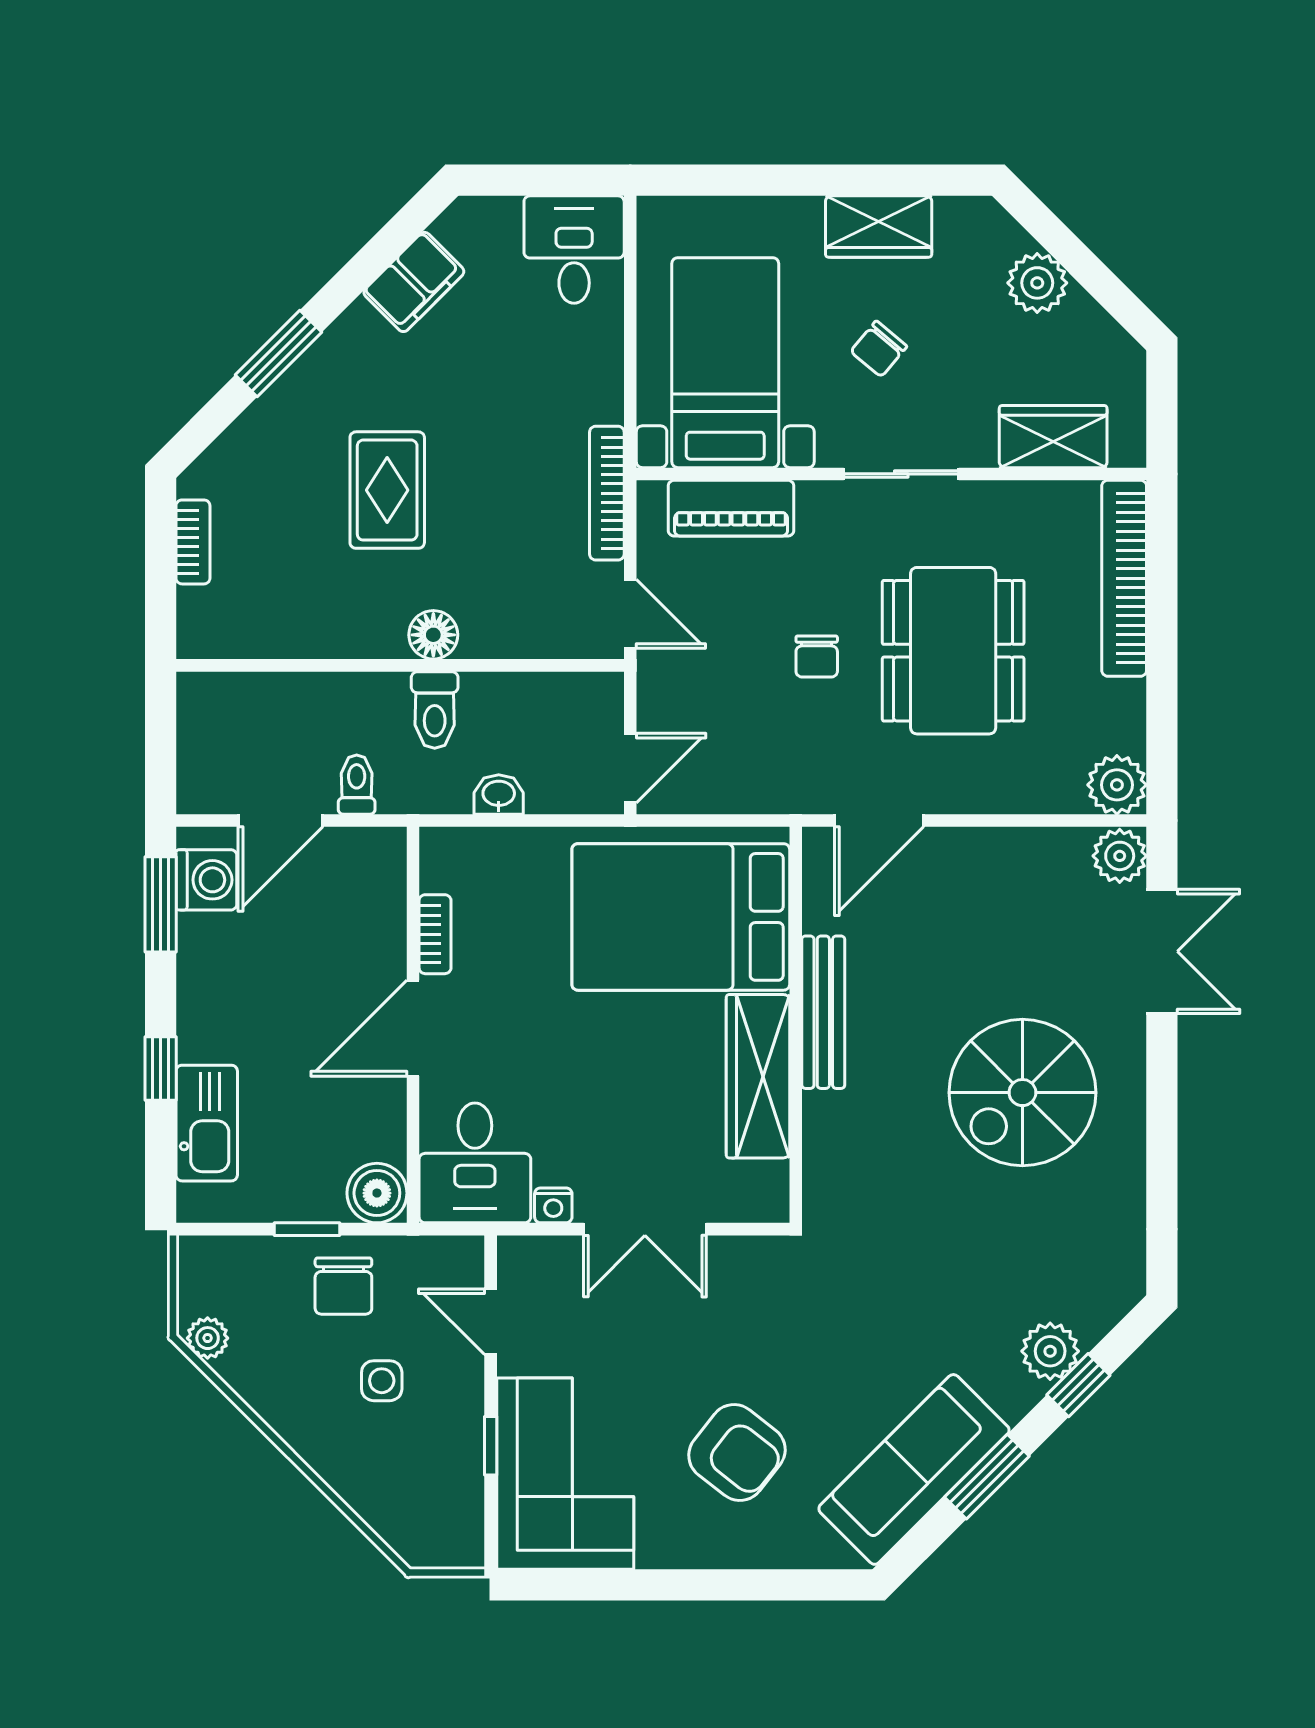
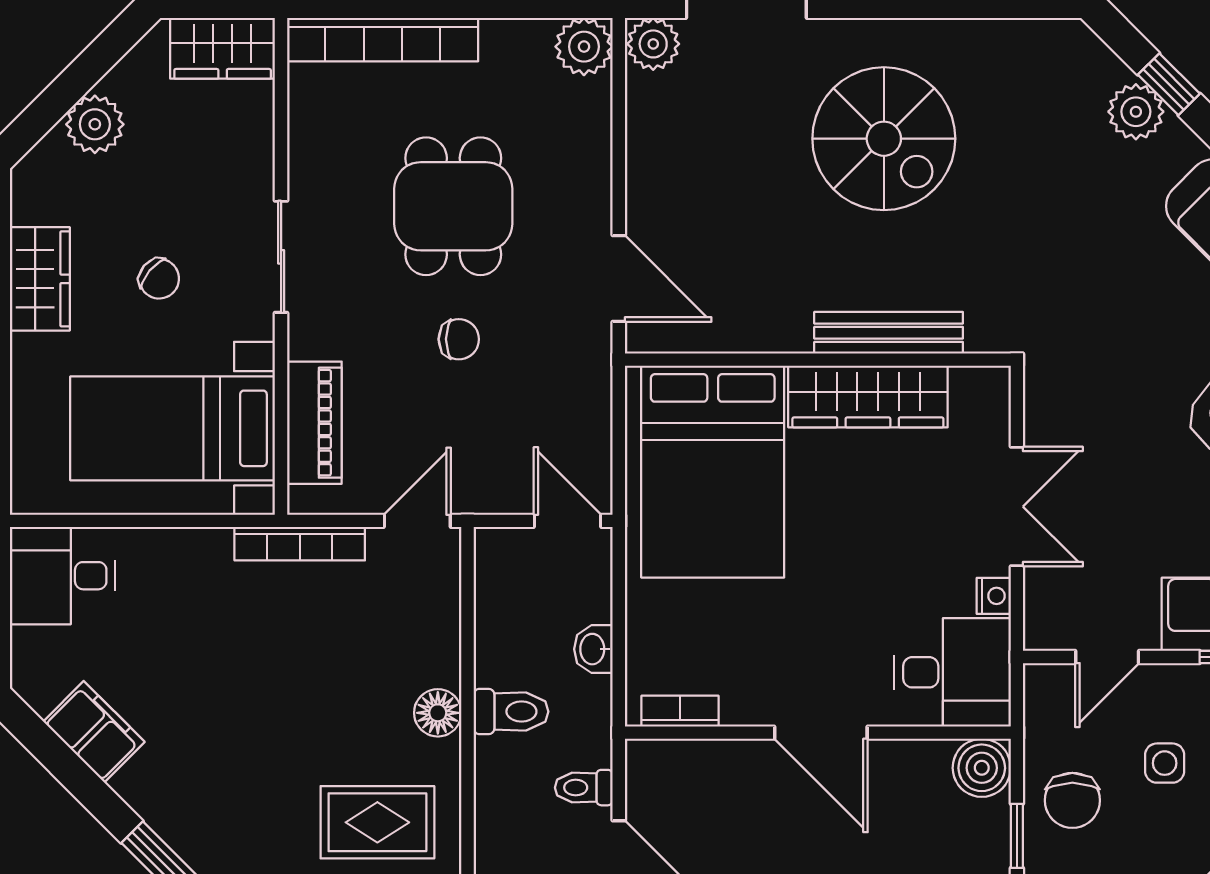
wardrobe: (1053, 437) -> (223, 48), moved, turned -90
rug: (387, 490) -> (377, 822), moved
dining table: (953, 651) -> (453, 206), width x0.73
bookcase: (435, 934) -> (680, 711), moved
bench: (823, 1012) -> (889, 333), moved
chair: (343, 1286) -> (1072, 800), turned 90

